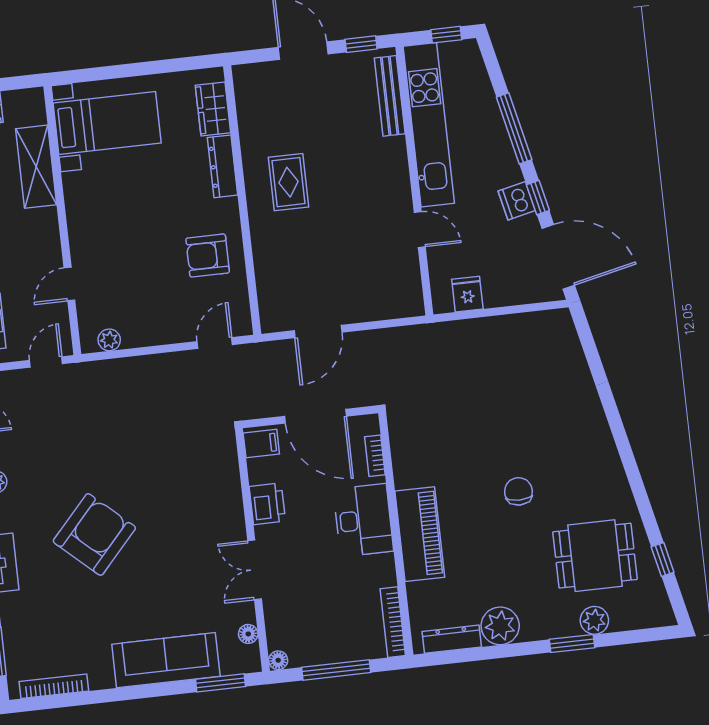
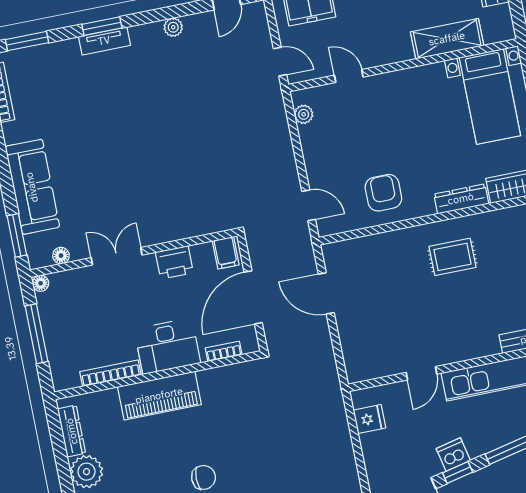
armchair: (94, 534) -> (135, 116), removed
bookcase: (393, 622) -> (110, 373), moved

